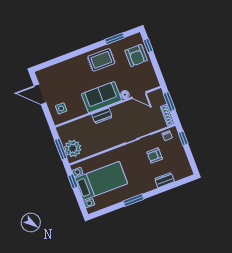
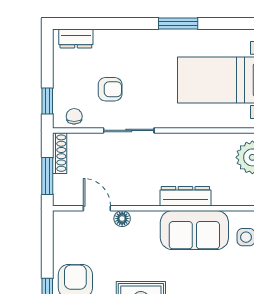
sofa: (102, 97) -> (194, 230), moved
dresser: (102, 116) -> (185, 196), width x1.44
dresser: (164, 180) -> (76, 38), moved

